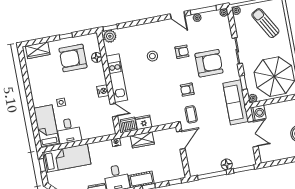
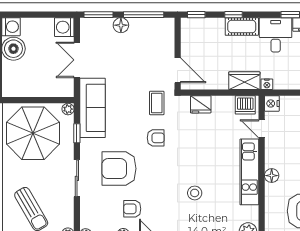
armchair: (182, 52) -> (132, 209), moved
floor lamp: (97, 57) -> (272, 176), moved
nightstand: (103, 91) -> (272, 103), moved
washing machine: (258, 113) -> (64, 27), moved
fridge: (144, 122) -> (201, 104), moved
wardrobe: (142, 140) -> (244, 81), moved
door: (181, 140) -> (178, 70), swing flipped

